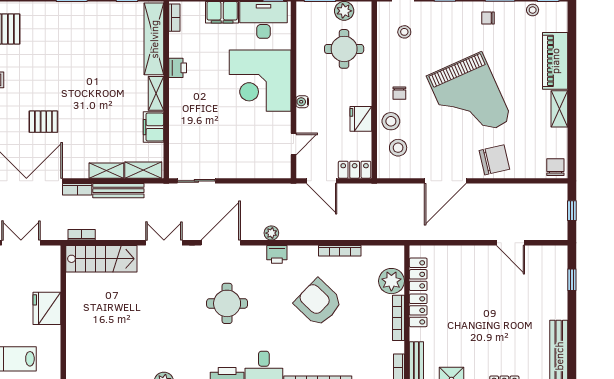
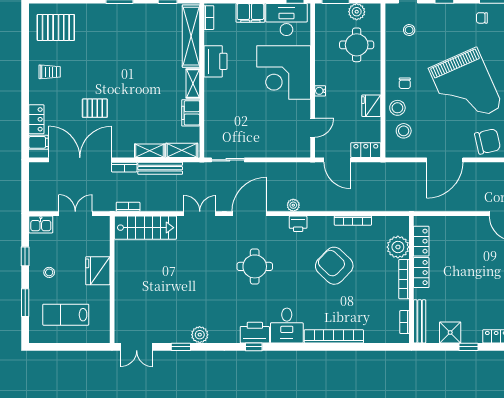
printer: (178, 68) -> (215, 61), width x1.87, depth x1.48

